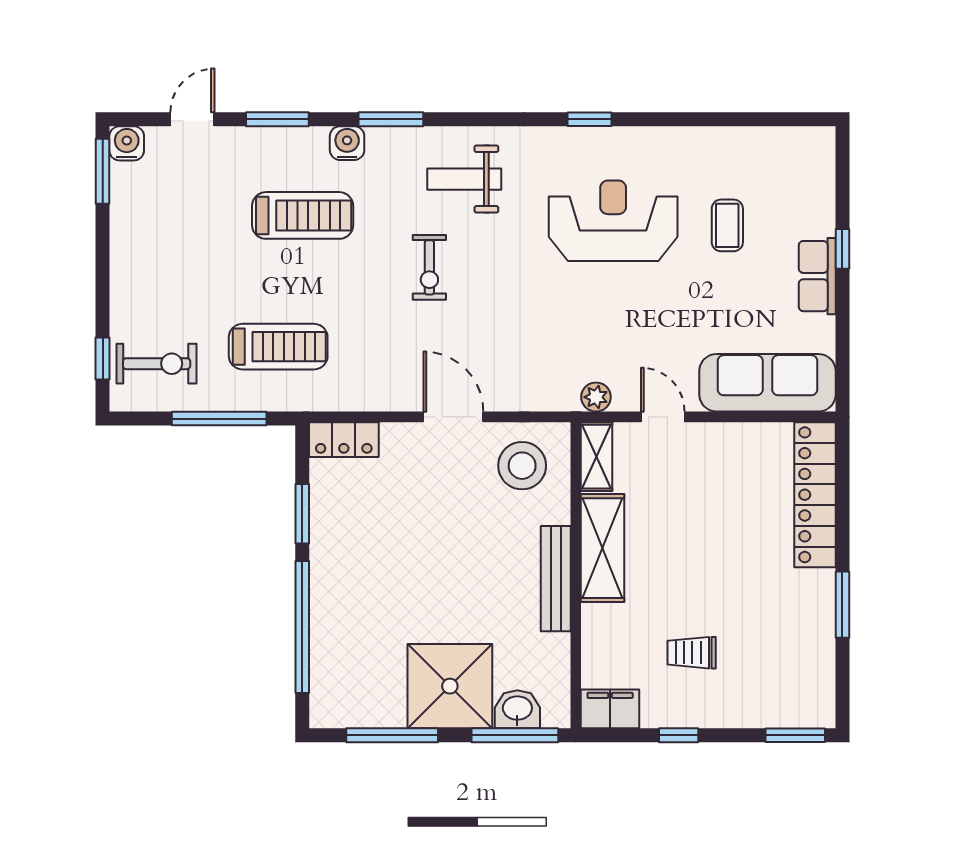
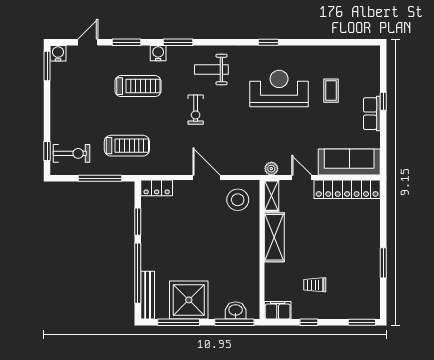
locker: (815, 495) -> (347, 189), moved, turned -90
bench: (556, 579) -> (148, 295), moved
shower: (450, 686) -> (189, 300), moved

